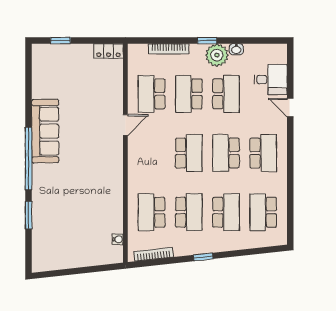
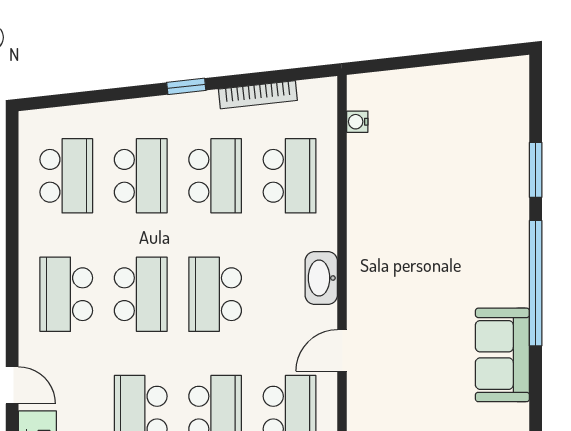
sofa: (45, 131) -> (502, 355), width x0.73
washbasin: (136, 161) -> (321, 278), added
school desk: (189, 212) -> (215, 176), turned 180
school desk: (226, 212) -> (141, 176), turned 180
bookcase: (154, 254) -> (258, 95), moved

